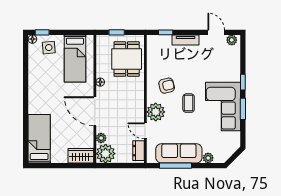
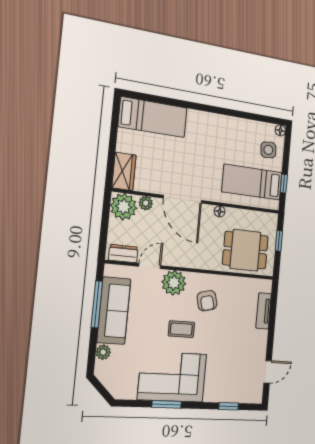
window: (42, 32) -> (284, 184), moved
window: (166, 32) -> (273, 305), removed
tv unit: (185, 40) -> (264, 311), moved
plant: (232, 40) -> (257, 392), removed
window: (243, 82) -> (229, 406), moved
door: (95, 111) -> (183, 199), swing flipped

